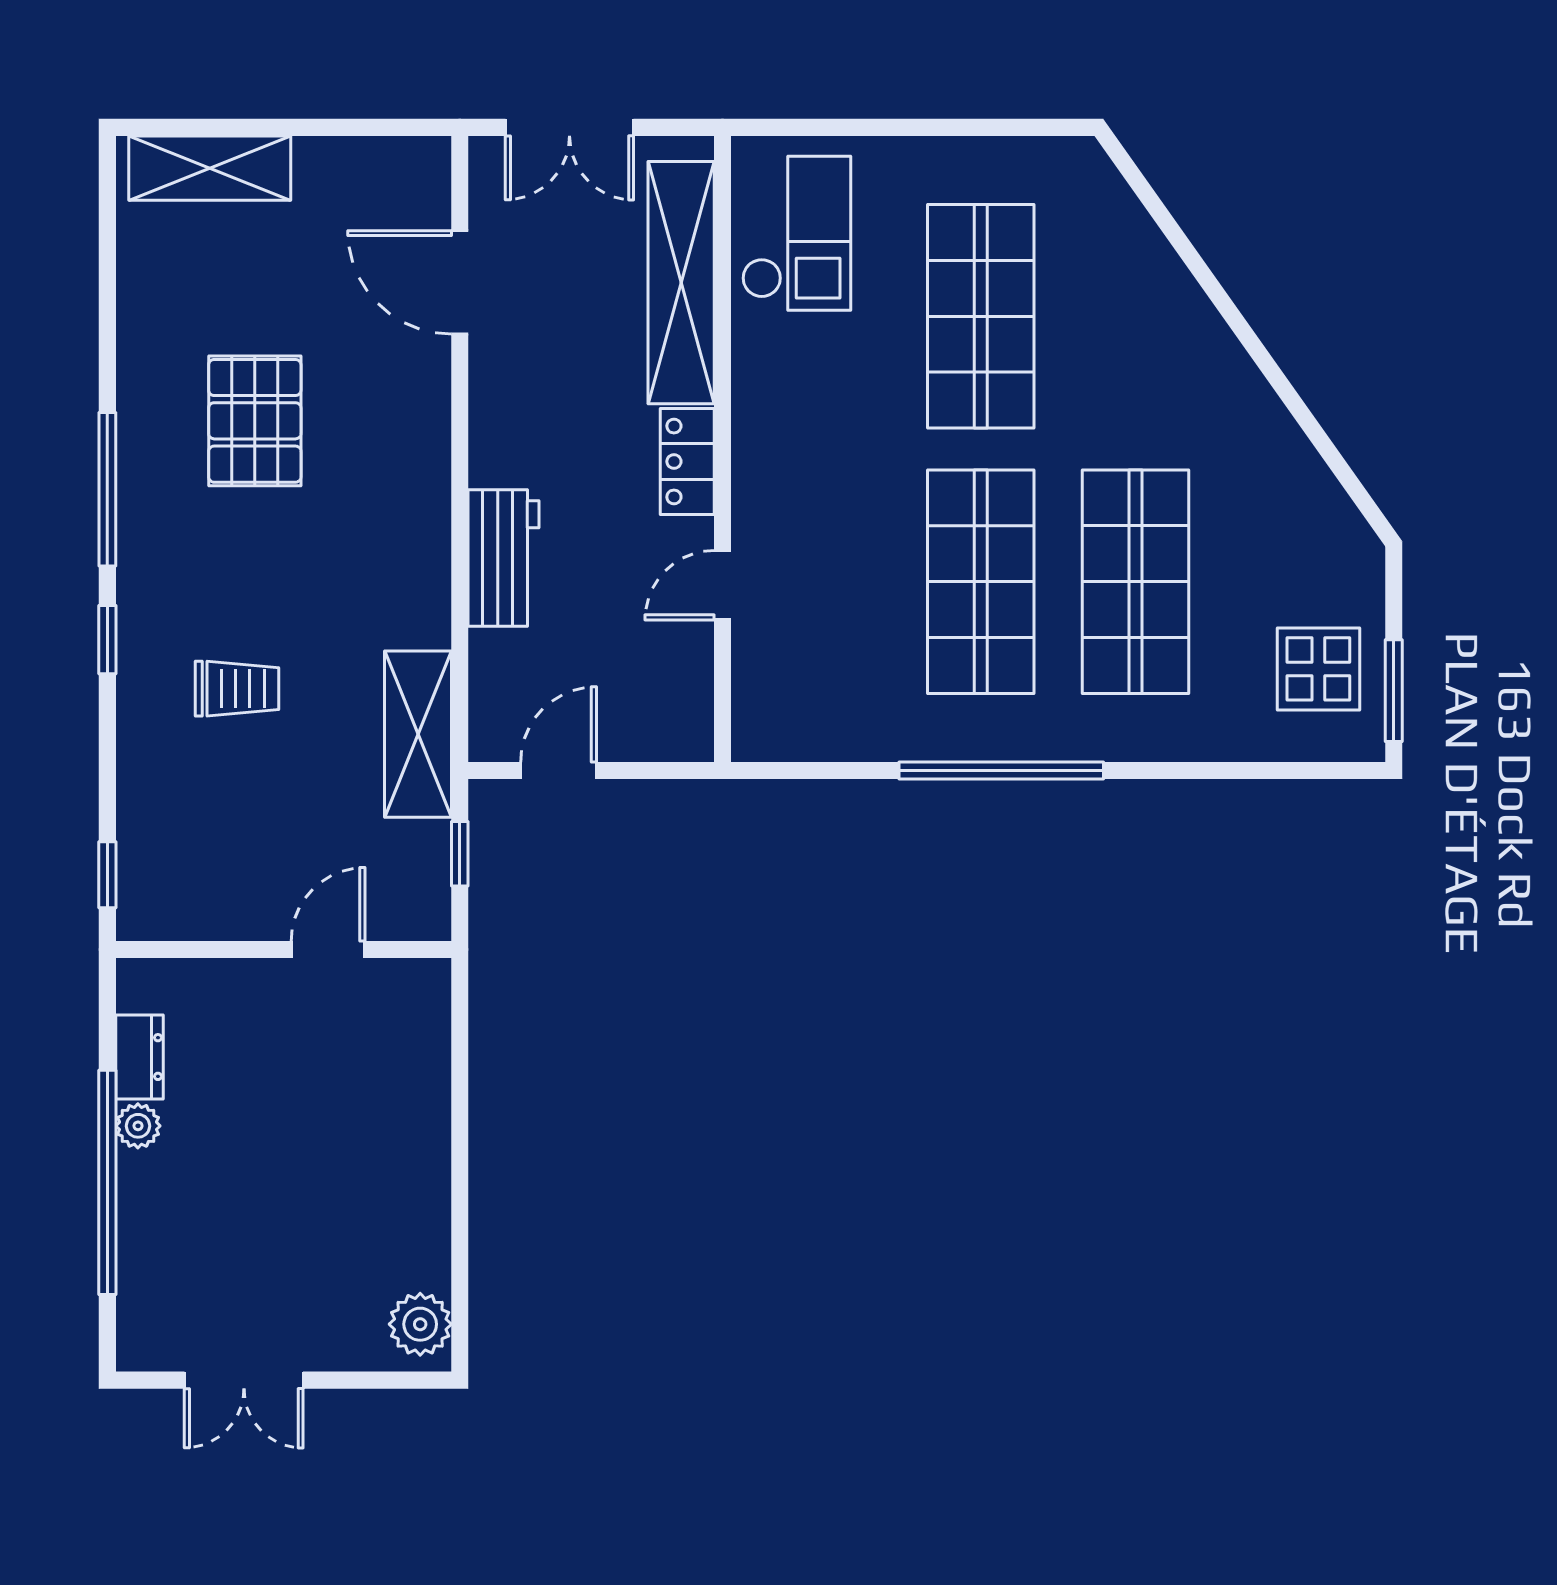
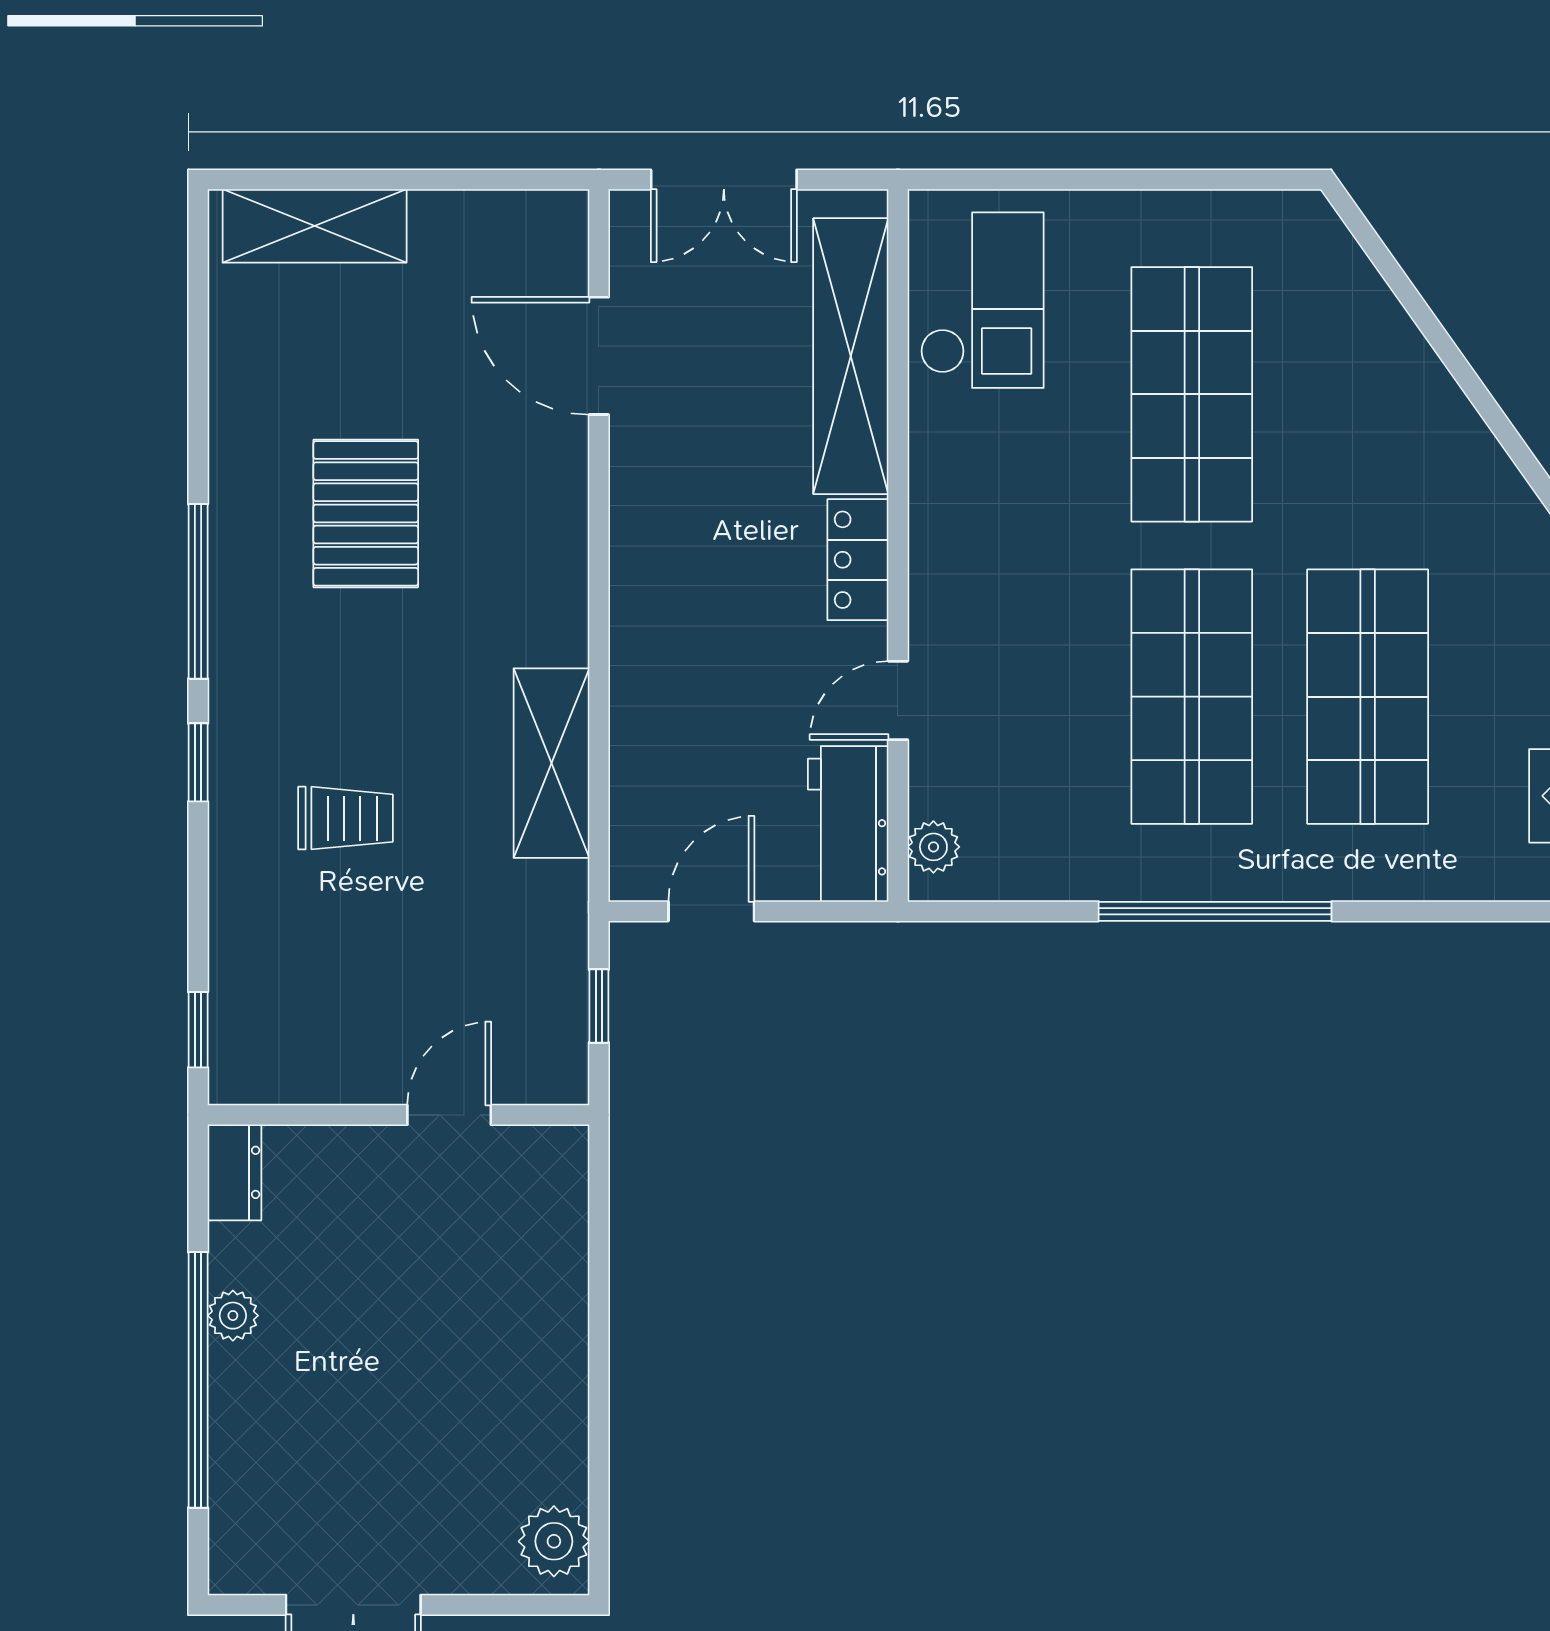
workbench: (503, 558) -> (848, 824), moved, turned 180
plant: (754, 714) -> (933, 847), added
shelving: (418, 734) -> (551, 763), moved
dresser: (139, 1057) -> (235, 1172), moved

